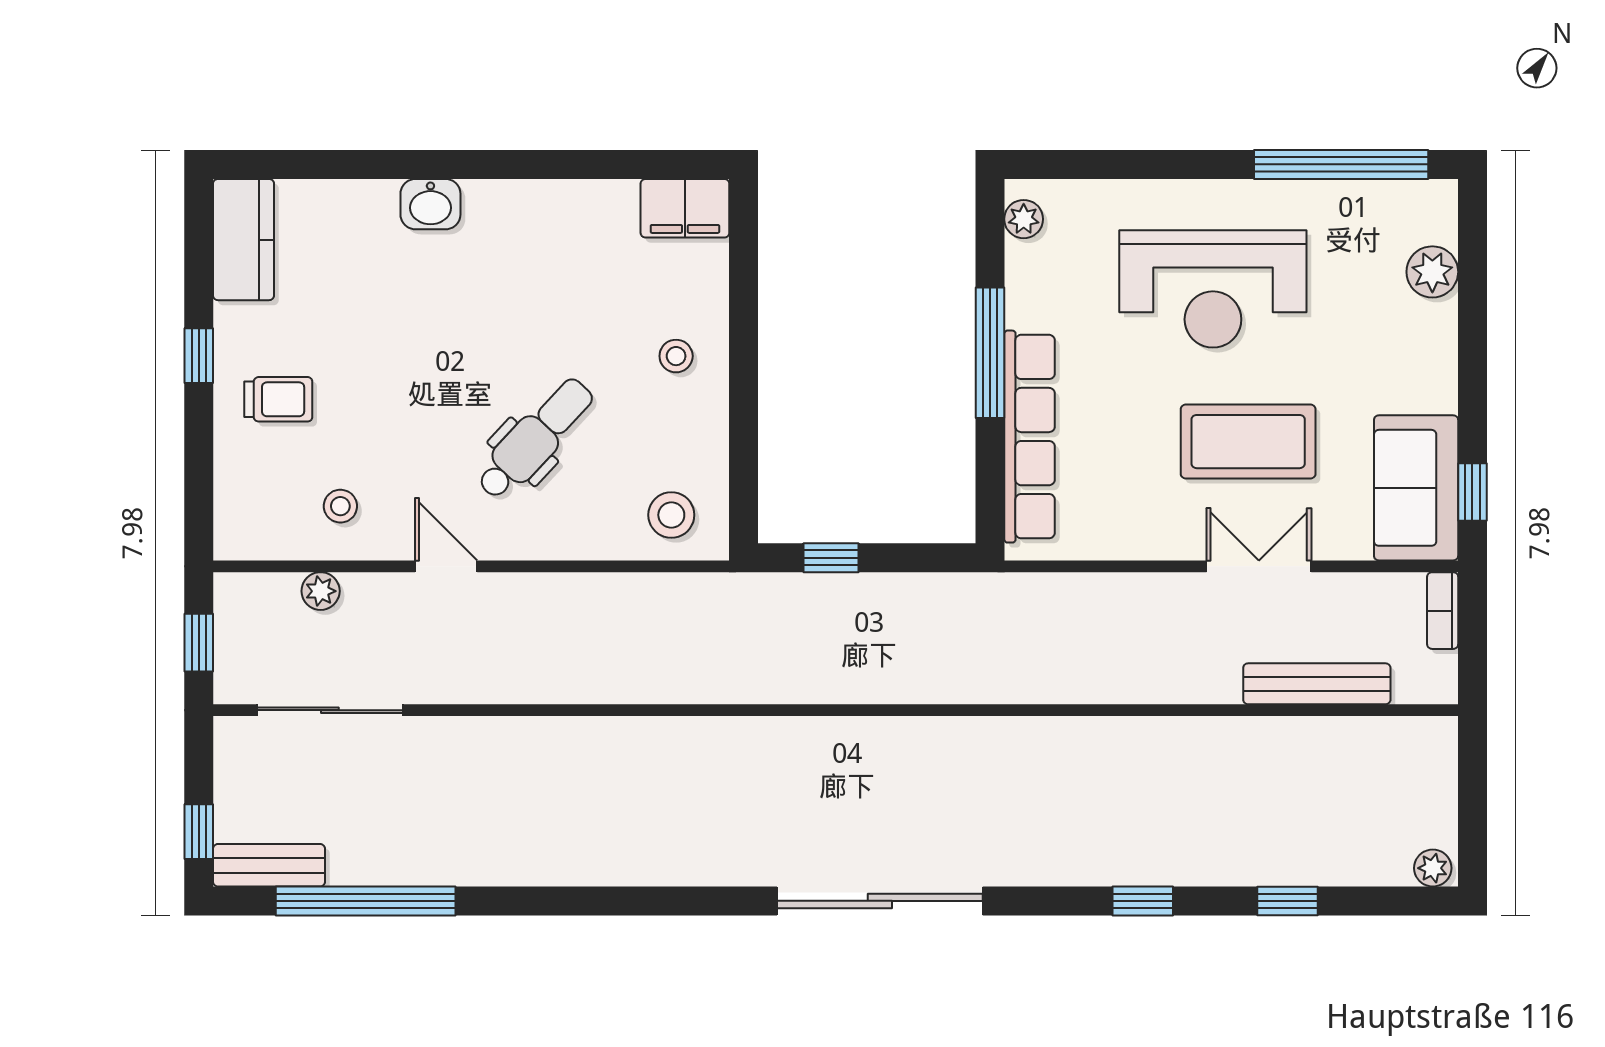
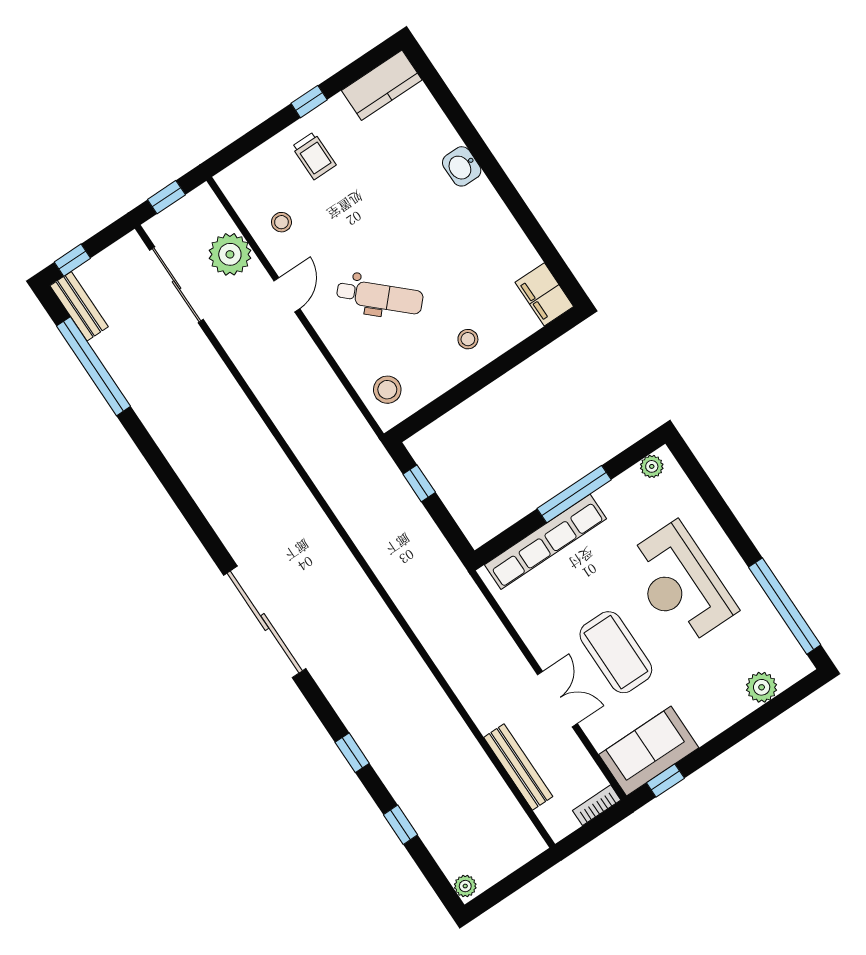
plant: (321, 591) -> (230, 254), width x1.88, depth x1.88

